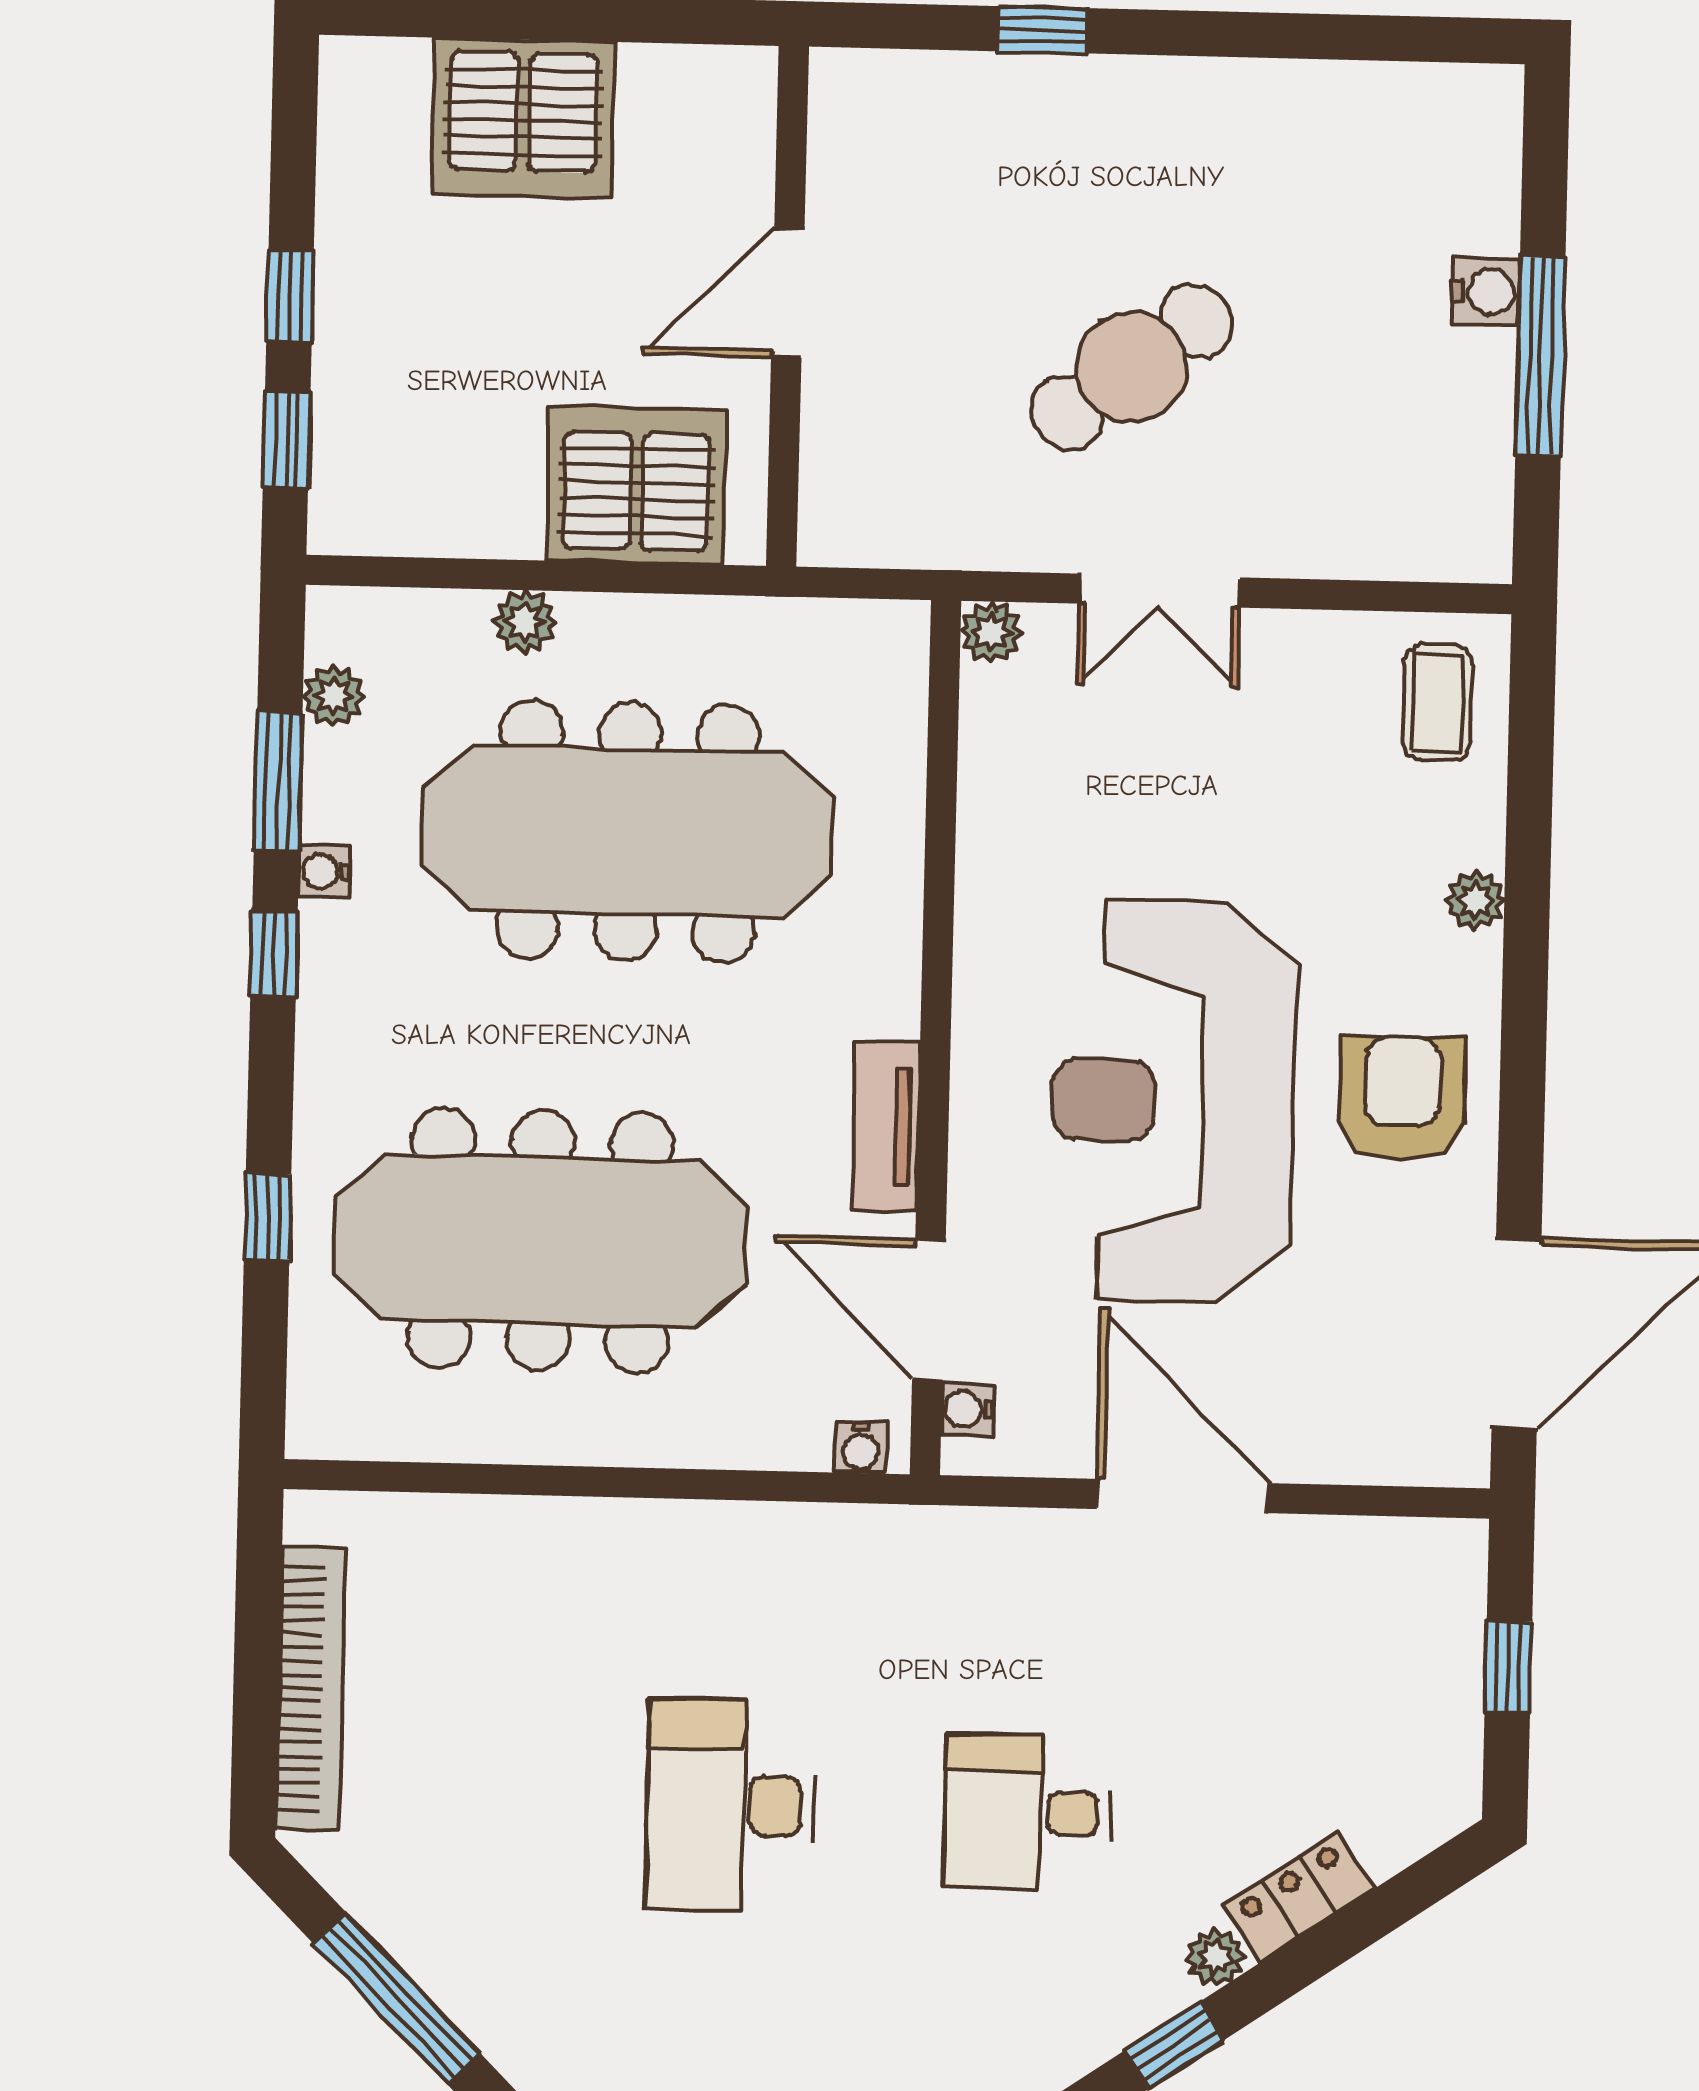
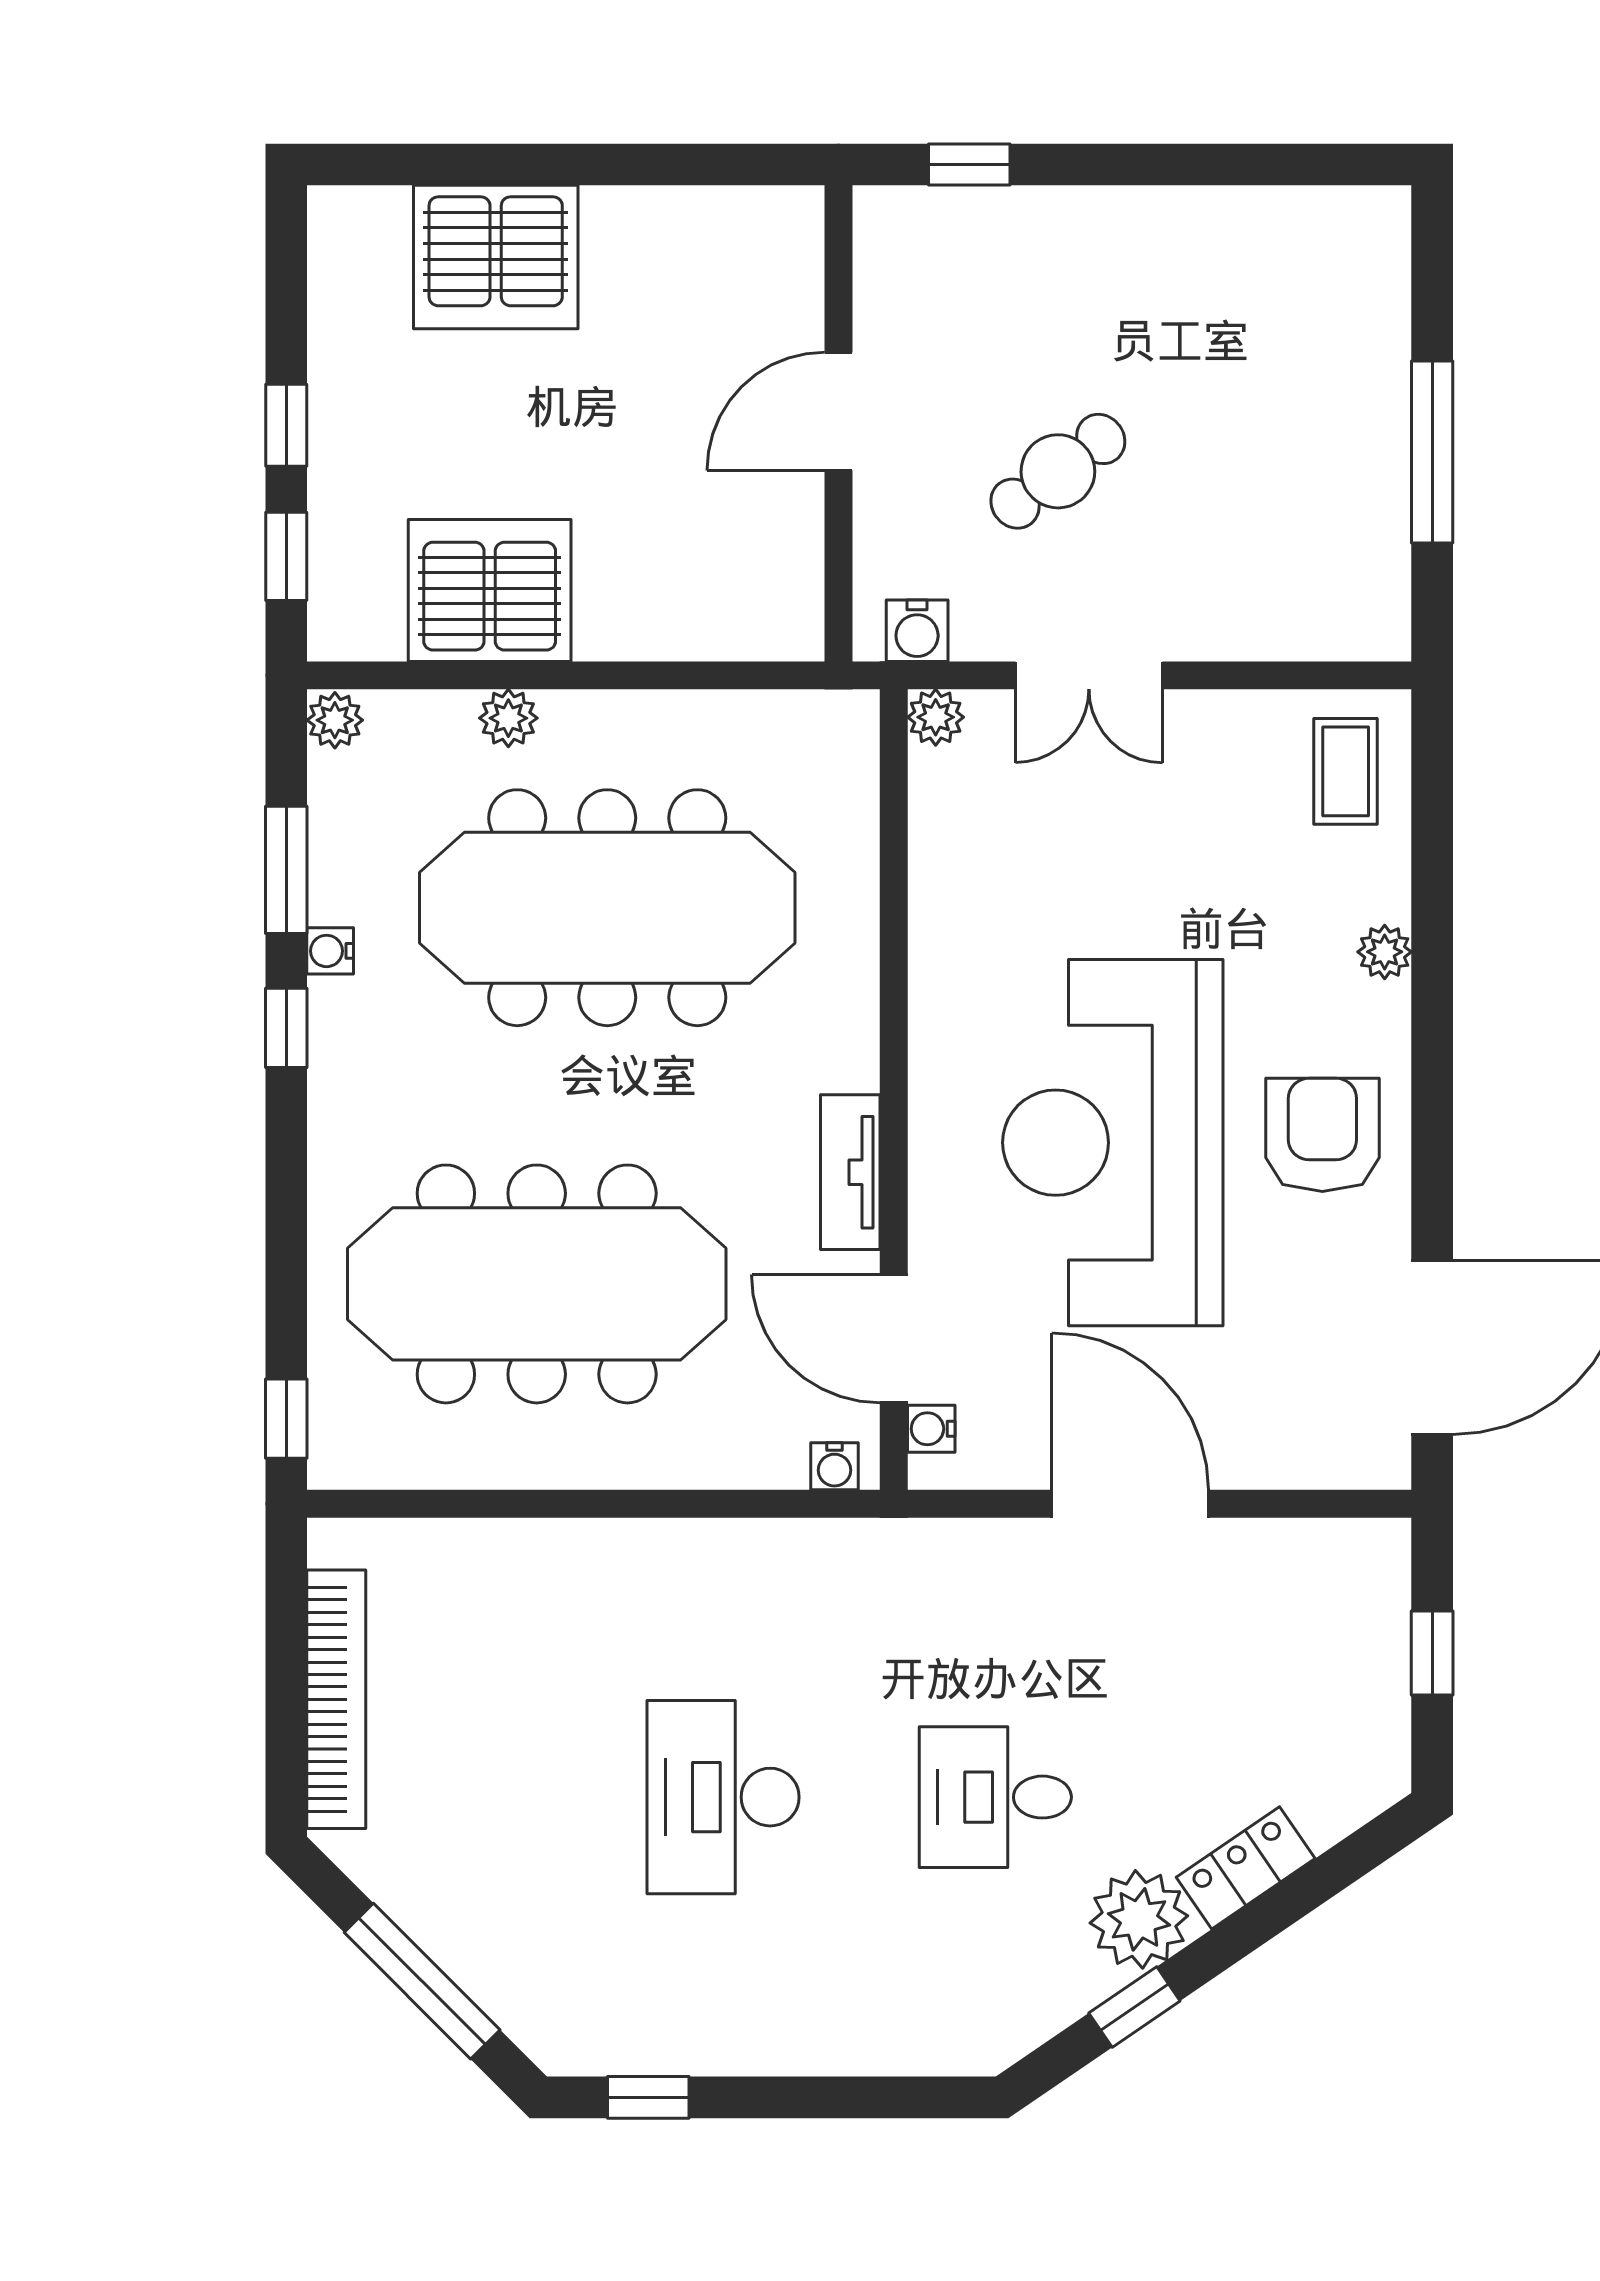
water cooler: (1486, 292) -> (917, 631), moved, turned 90
door: (788, 293) -> (838, 411), moved
wall: (787, 306) -> (838, 423), moved
cafe table: (1131, 367) -> (1058, 471), width x0.73, depth x0.74
server rack: (636, 485) -> (490, 590), moved
plant: (333, 697) -> (335, 720), moved
window: (268, 1217) -> (286, 1419), moved
plant: (1216, 1957) -> (1139, 1919), width x1.88, depth x1.88

